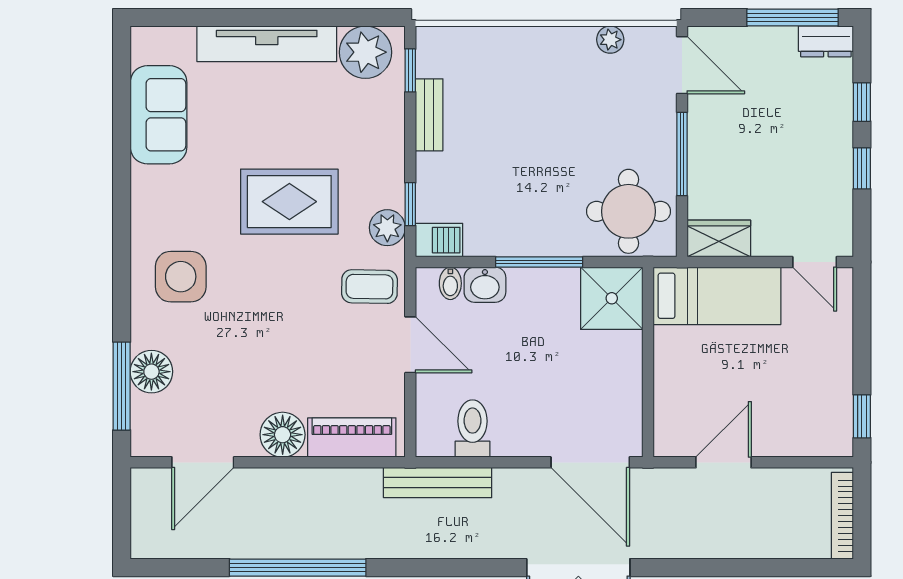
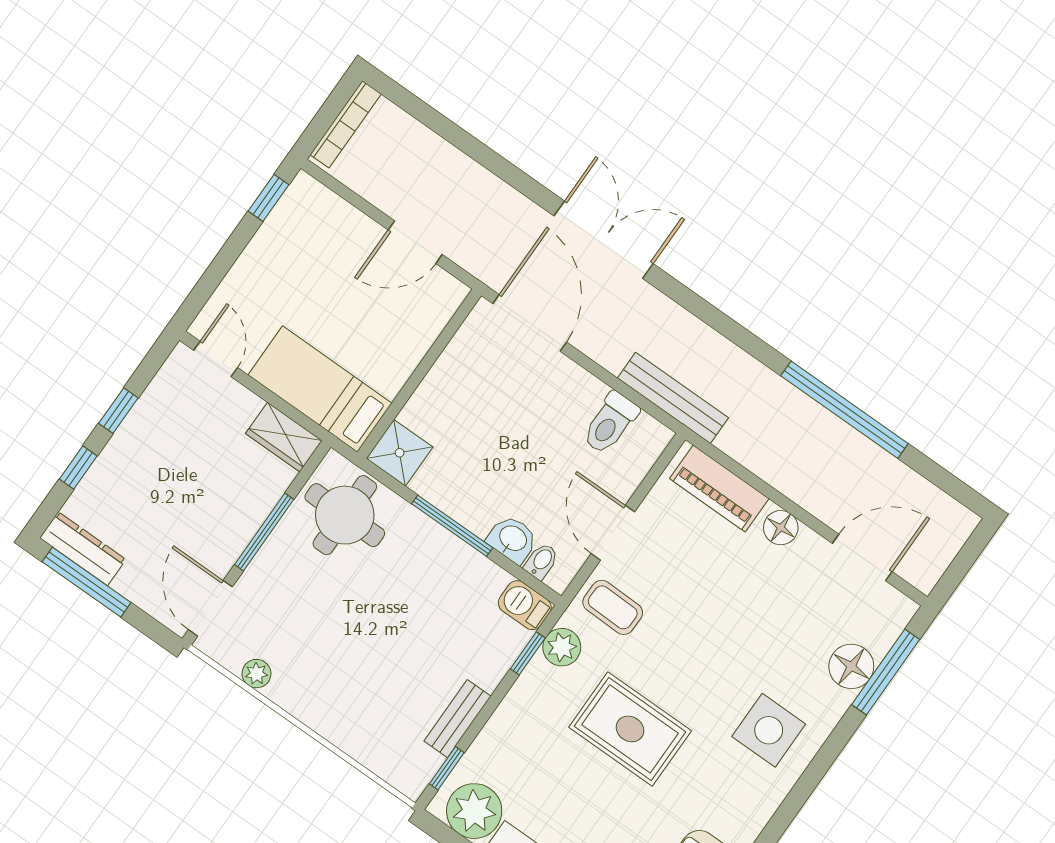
dresser: (826, 41) -> (83, 549), width x1.44
shower: (612, 298) -> (400, 453), width x0.73, depth x0.73
floor lamp: (283, 435) -> (781, 528), width x0.73, depth x0.73

